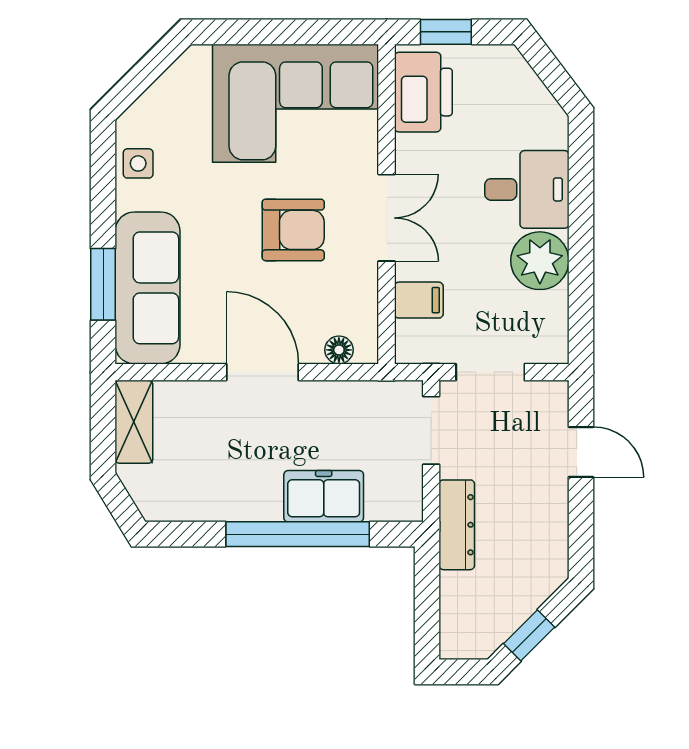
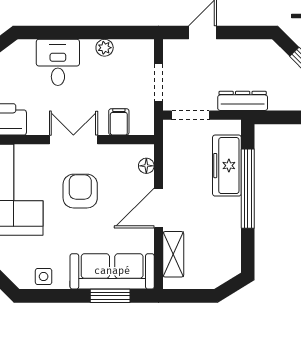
plant: (540, 261) -> (105, 48), width x0.53, depth x0.53
shelving: (134, 422) -> (173, 254), moved, turned 90
freezer: (324, 496) -> (227, 166), width x1.40

